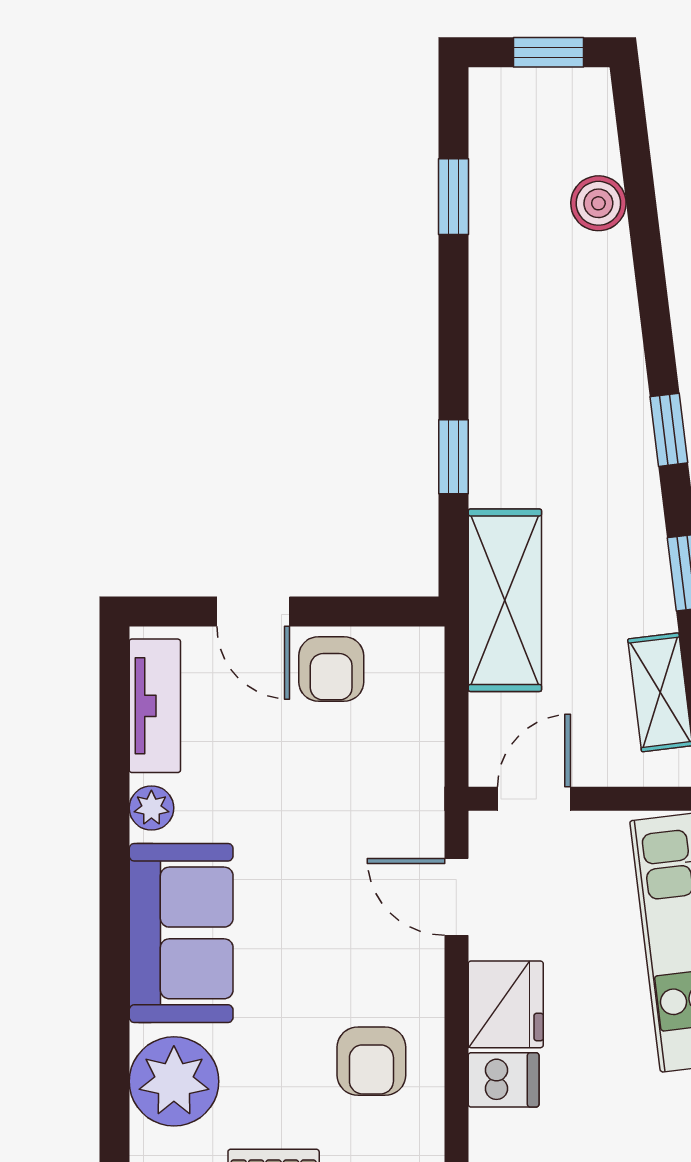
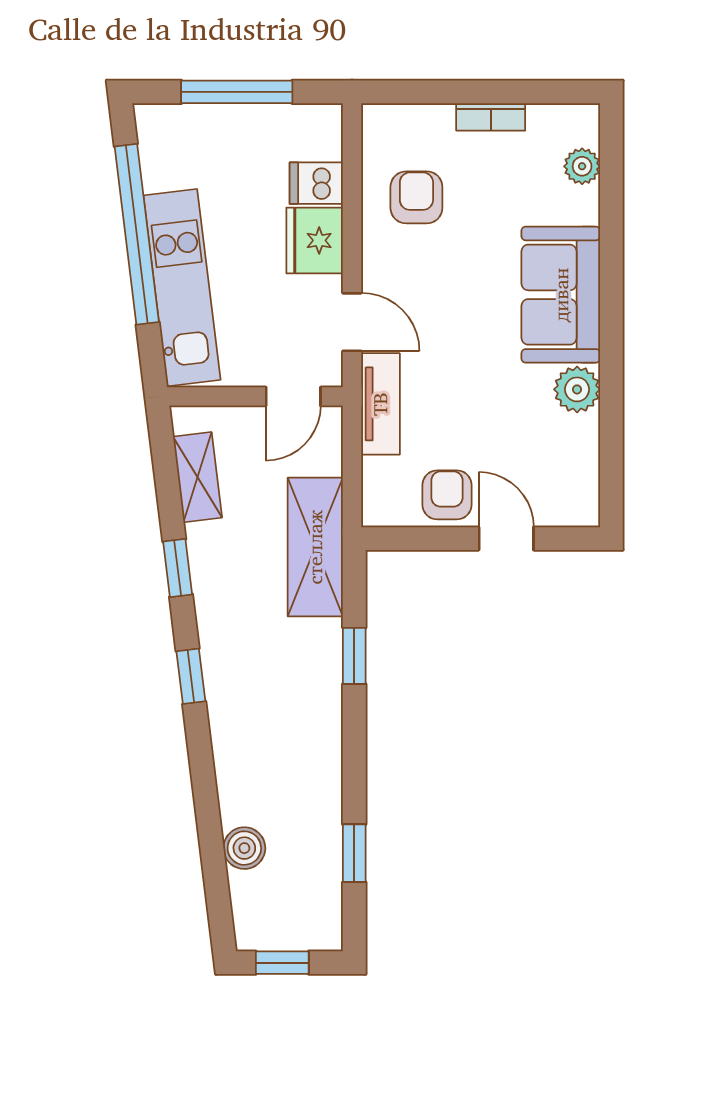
tv unit: (155, 706) -> (380, 404), moved, turned 180
plant: (151, 808) -> (577, 389), width x1.38, depth x1.38
plant: (174, 1081) -> (582, 166), width x0.53, depth x0.53

